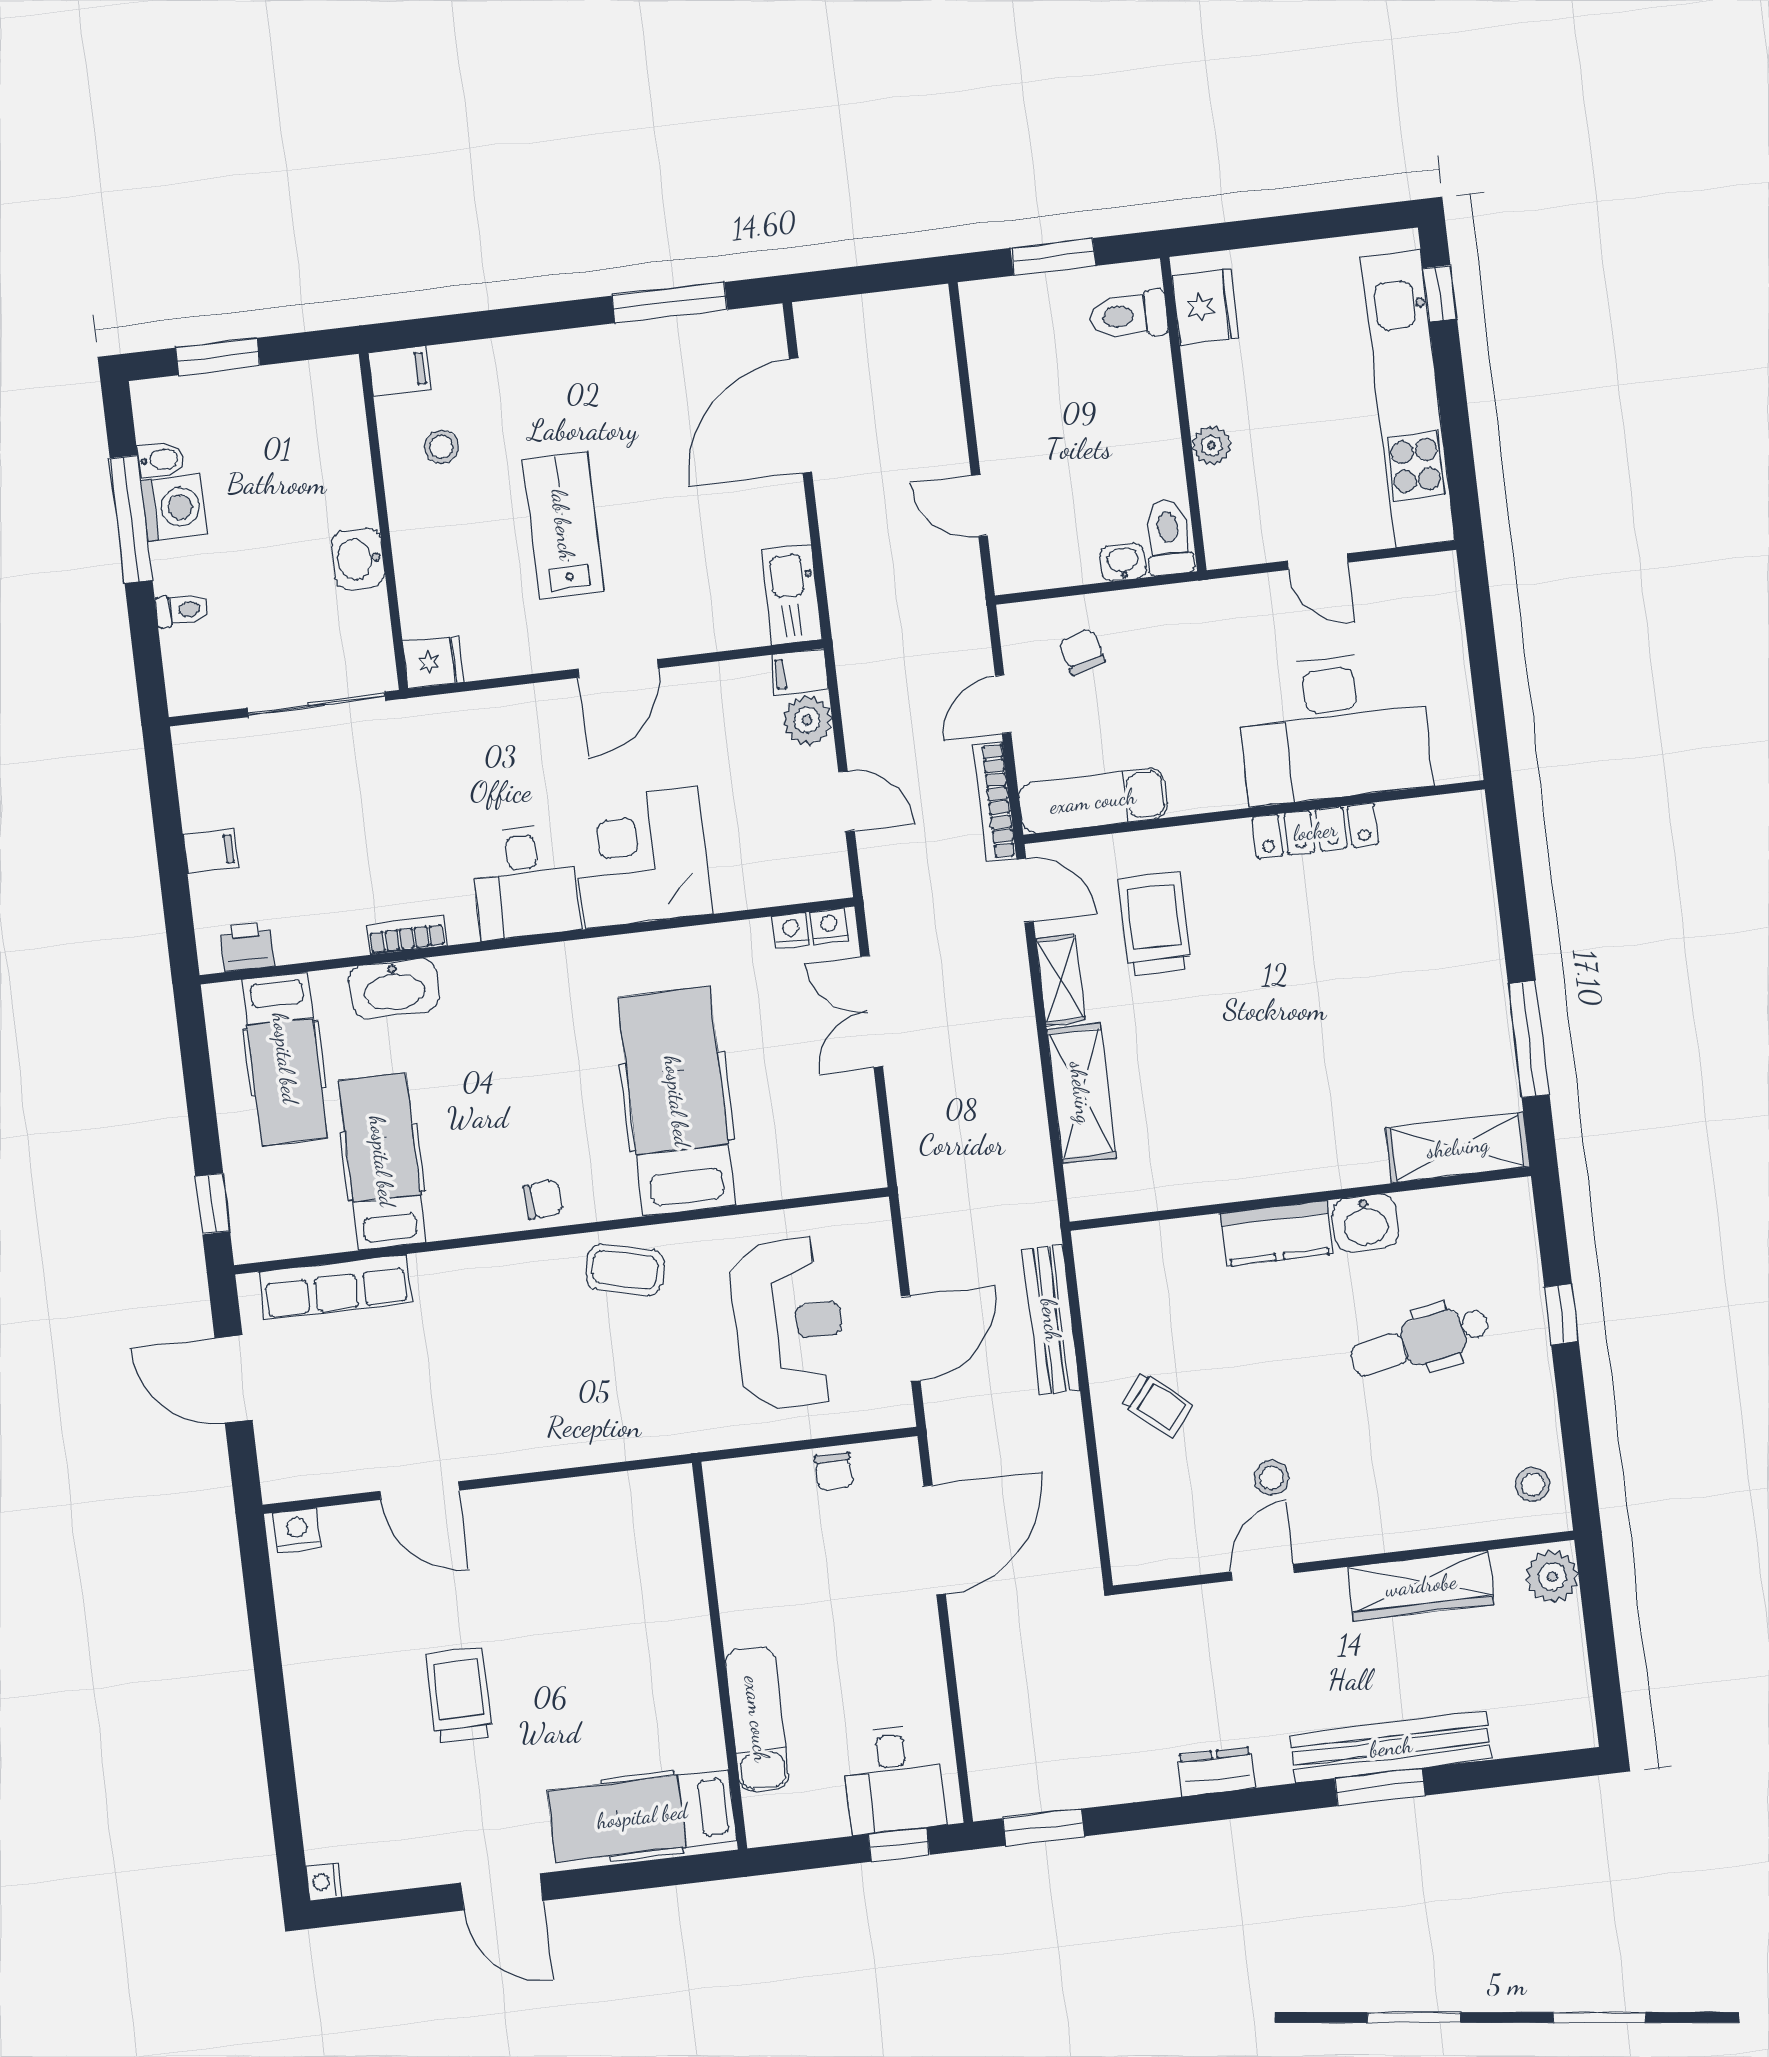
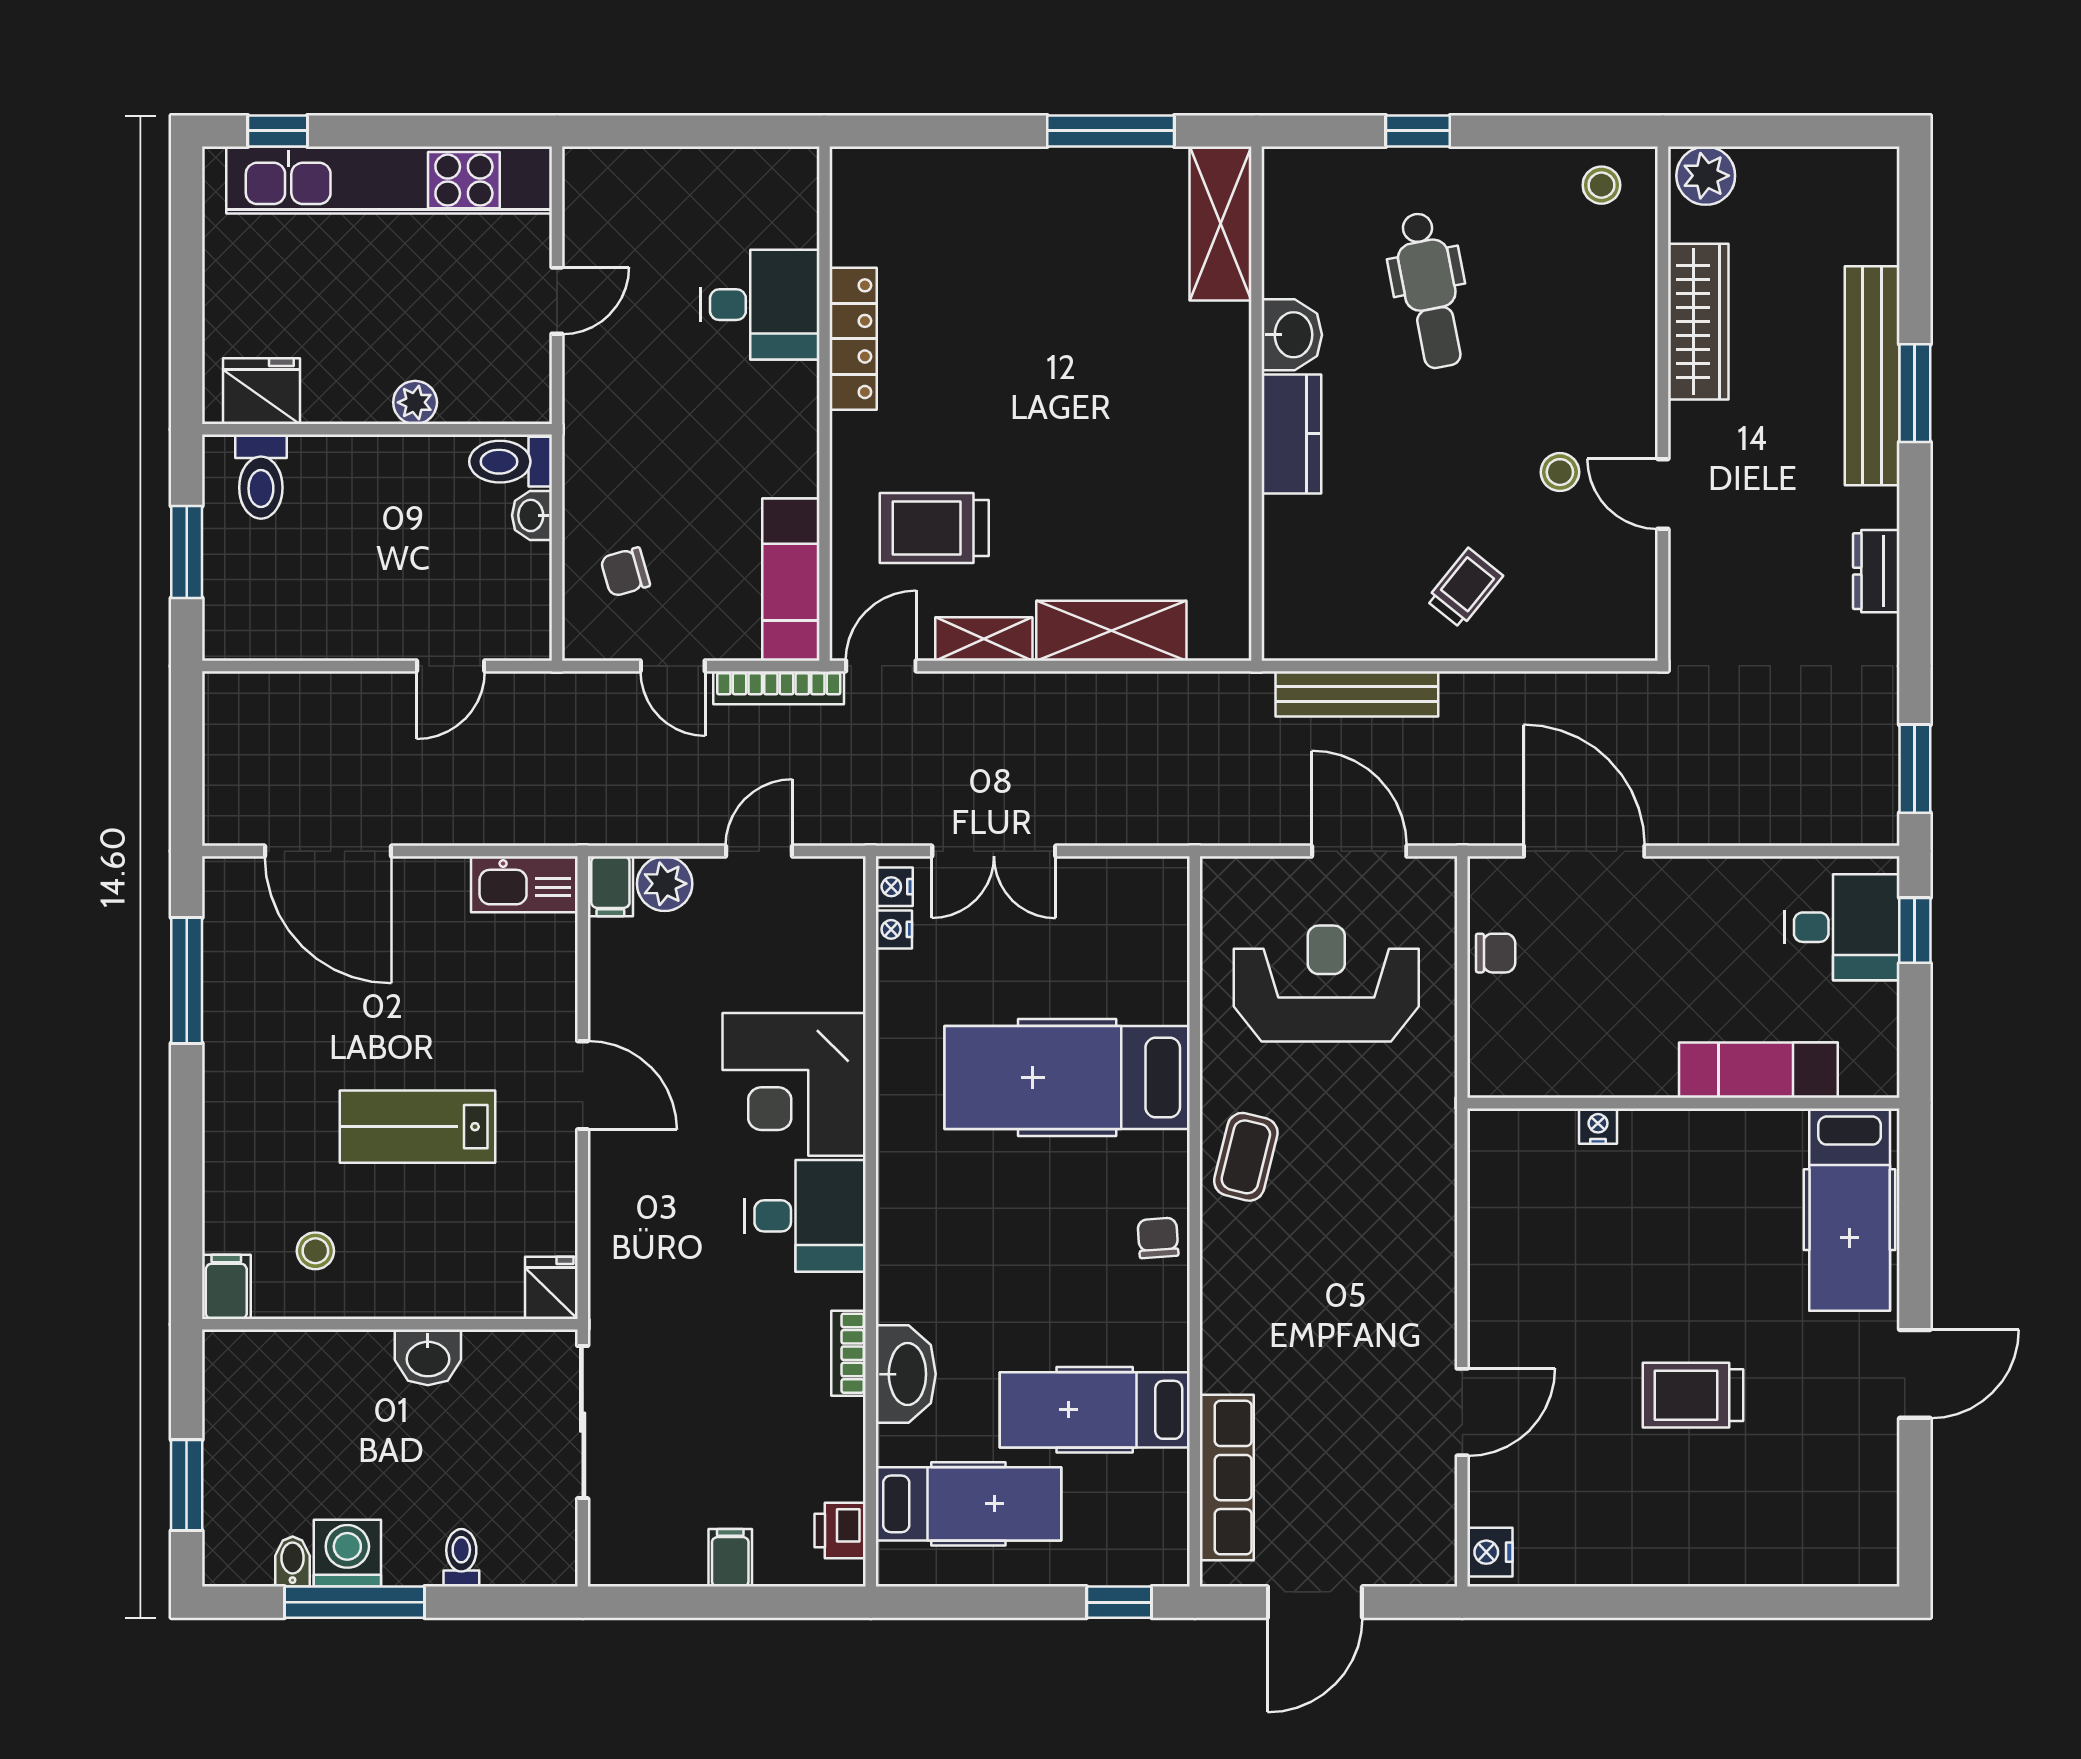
desk: (1334, 728) -> (760, 305), width x0.53, depth x0.77
nightstand: (324, 1882) -> (1598, 1126), moved, turned 180

